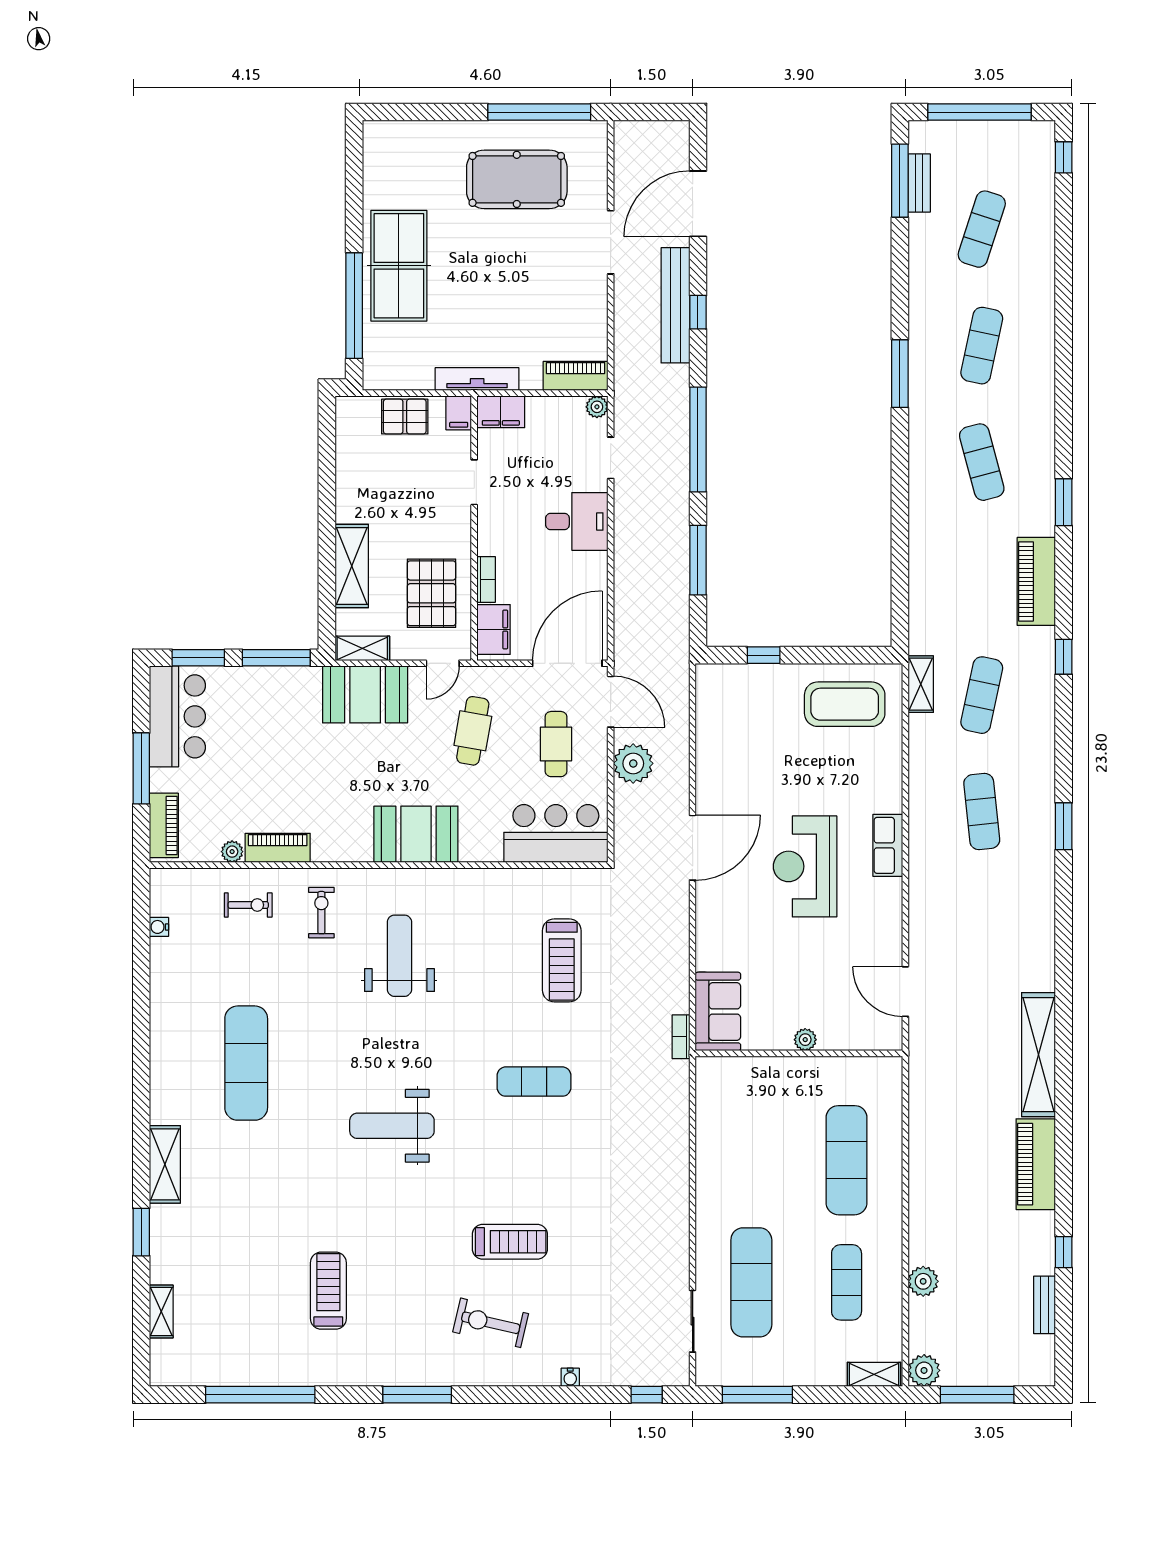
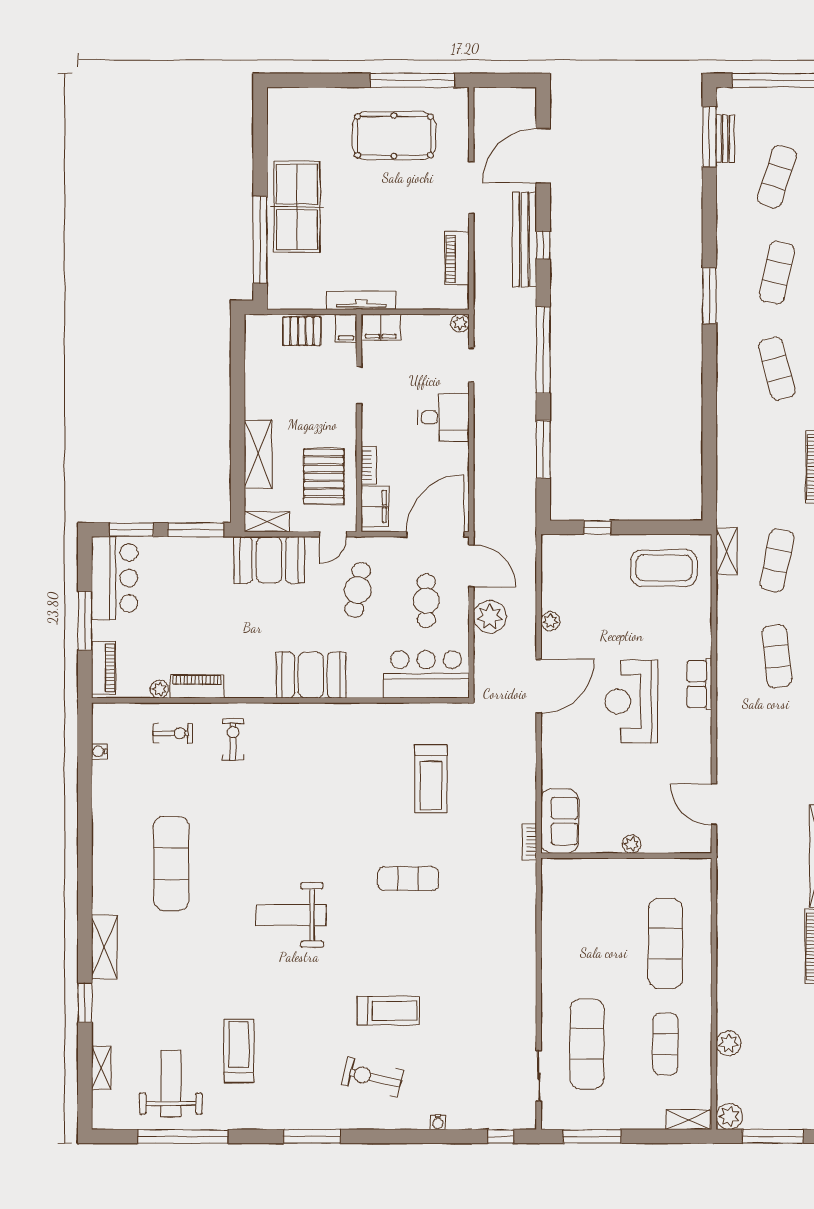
piano: (576, 376) -> (457, 258), moved, turned -90
plant: (707, 769) -> (550, 621), added
weight bench: (399, 956) -> (171, 1084), moved

